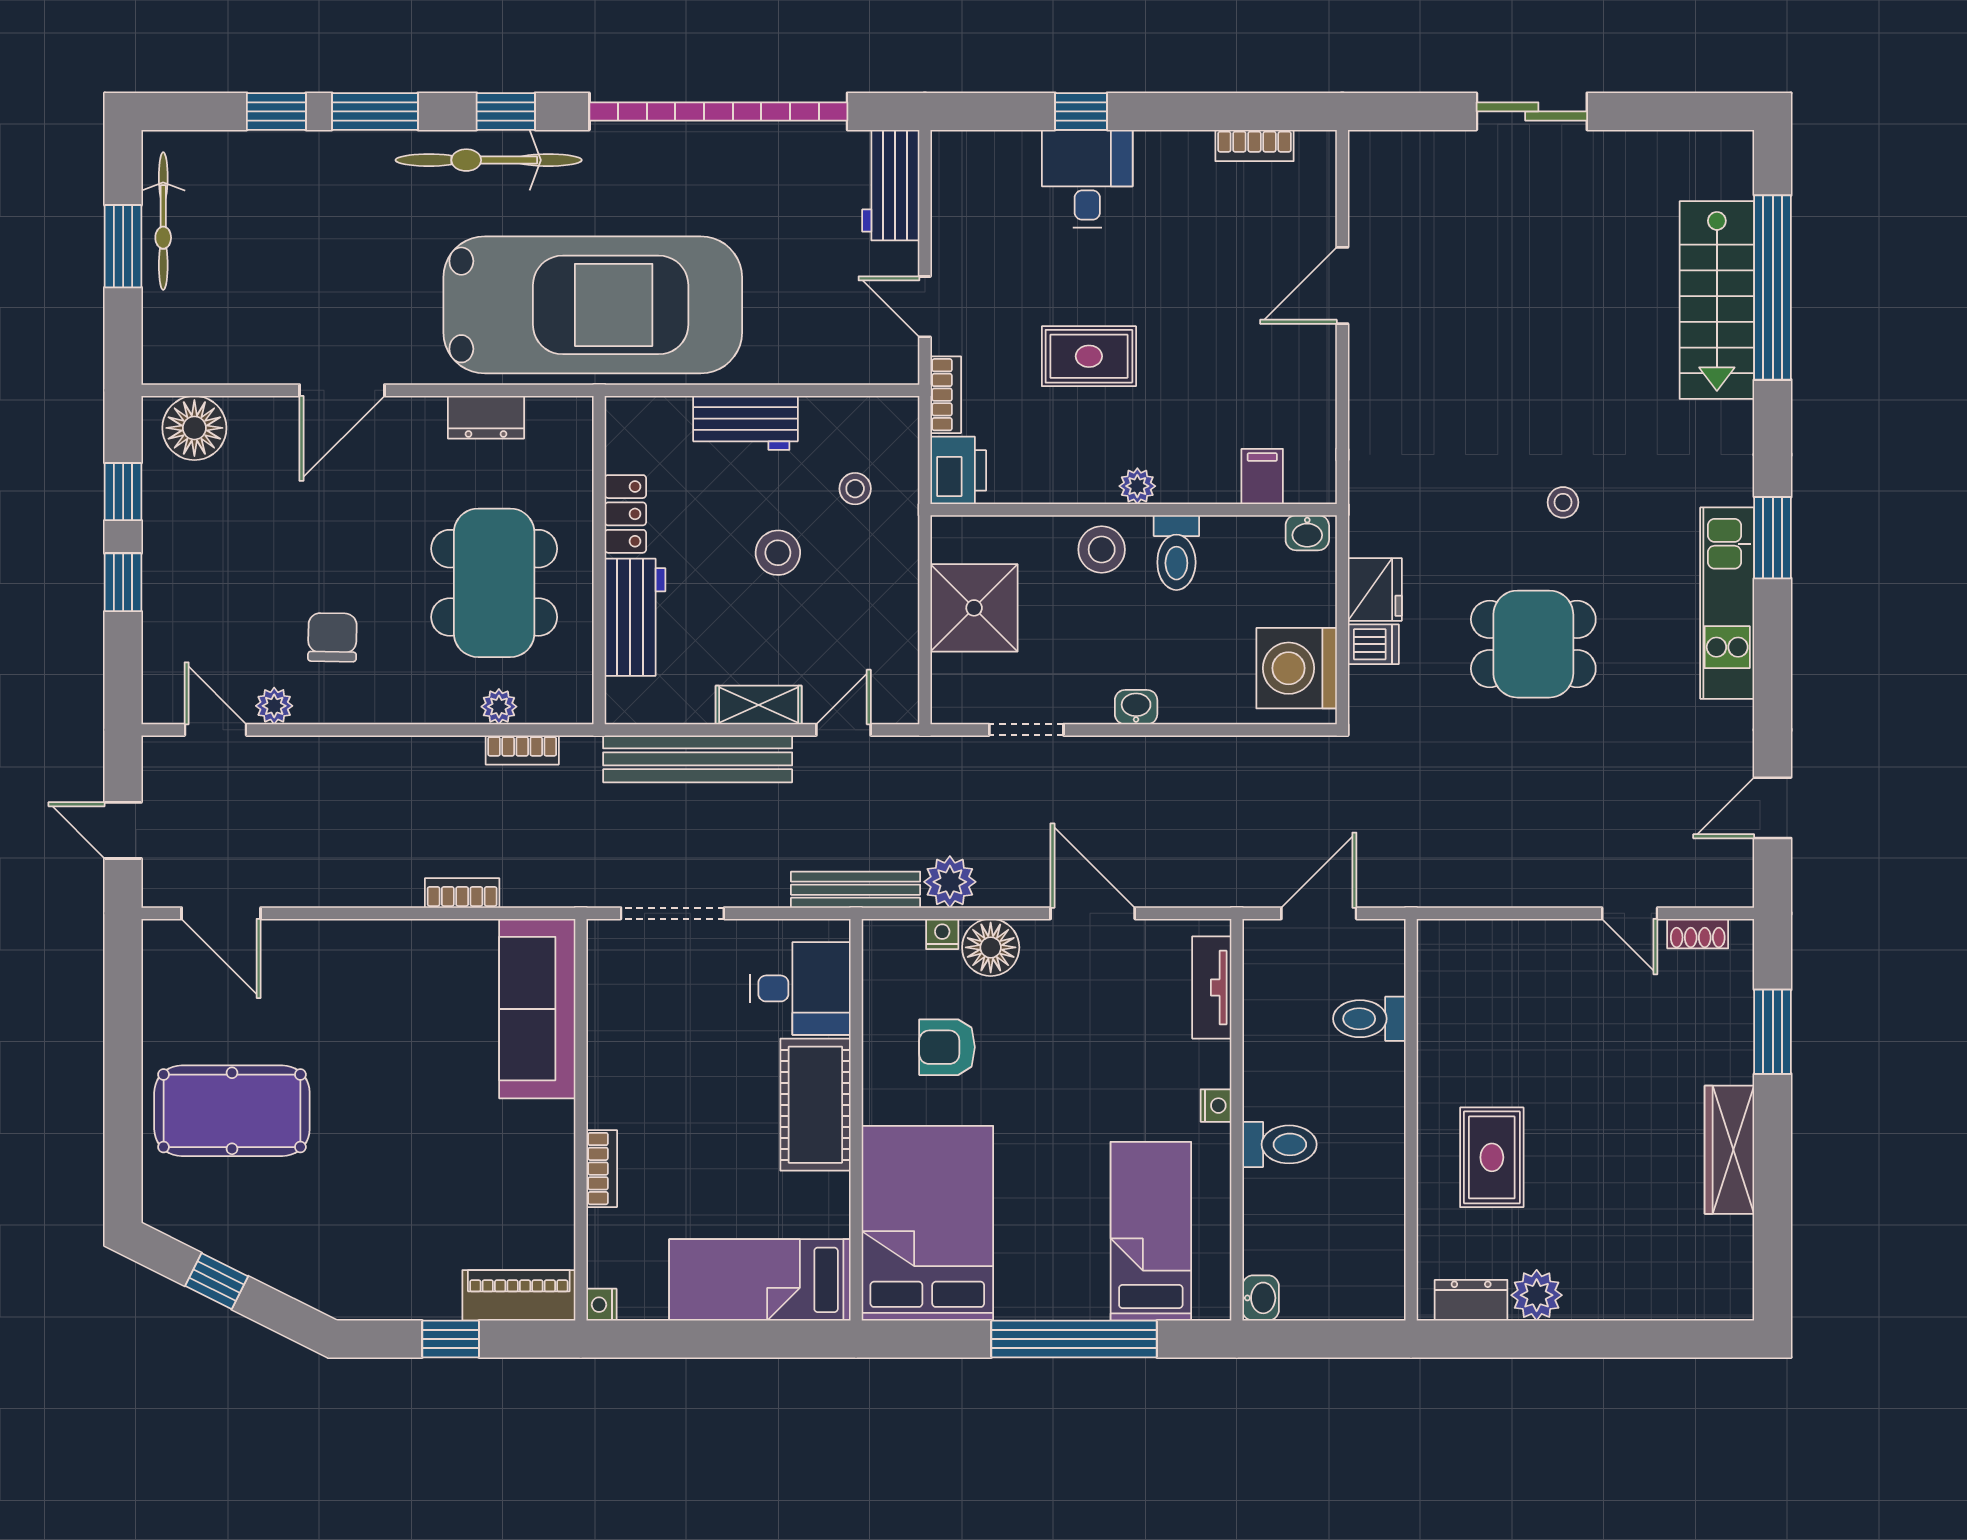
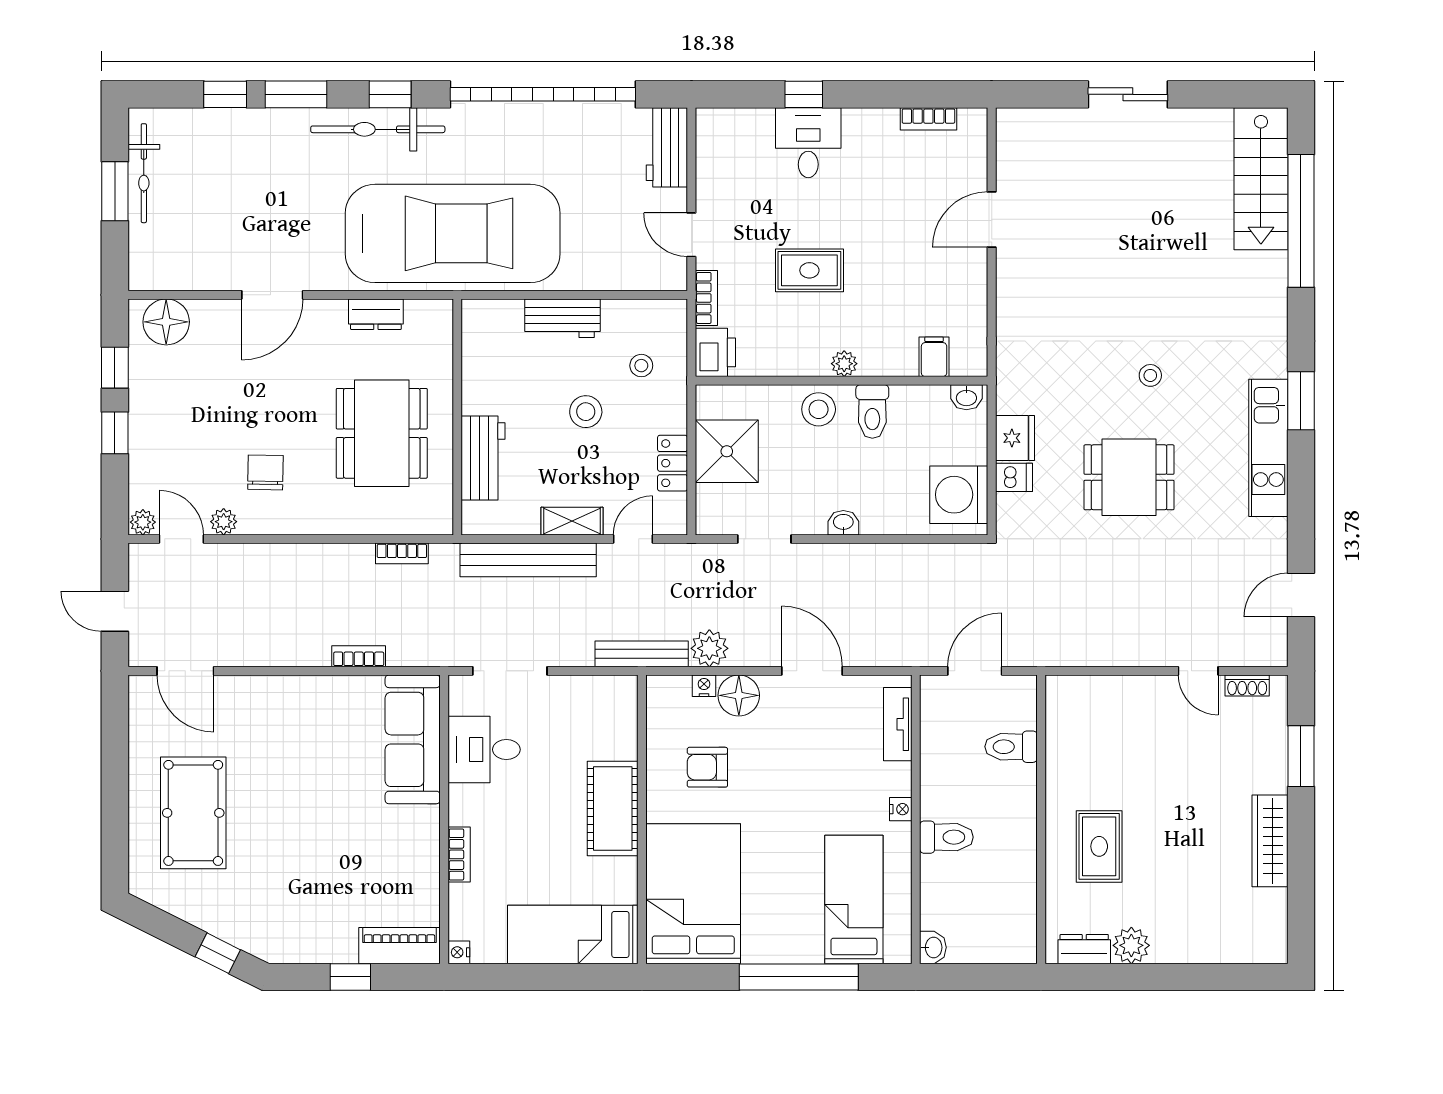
stairs: (1717, 300) -> (1261, 179), moved
locker: (625, 514) -> (673, 463), moved, turned 180
plant: (499, 707) -> (143, 522), moved
desk: (800, 988) -> (484, 750), moved, turned 180
pool table: (232, 1111) -> (193, 813), turned 90
window: (217, 1281) -> (218, 953), moved

